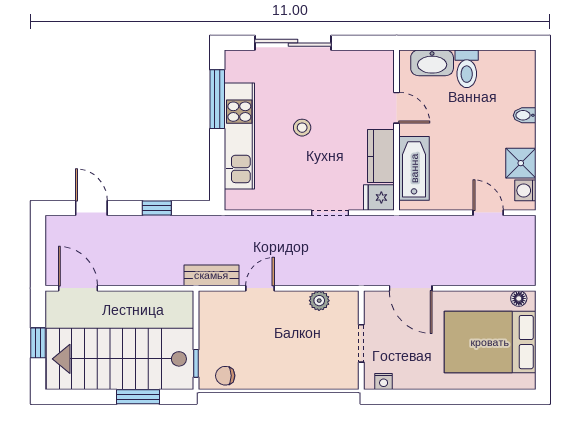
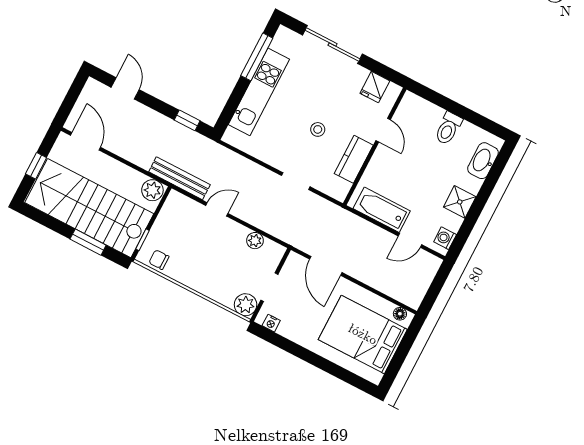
washbasin: (432, 63) -> (483, 161), moved, turned 90
bidet: (525, 115) -> (473, 184), removed
stool: (302, 128) -> (318, 129), moved
shower: (521, 163) -> (460, 202), moved
bathtub: (414, 168) -> (382, 210), moved, turned -90
fridge: (379, 197) -> (375, 87), moved, turned -90
window: (157, 208) -> (187, 120), moved
door: (488, 213) -> (410, 240), swing flipped
bench: (211, 275) -> (179, 178), width x1.36
plant: (179, 304) -> (152, 190), added
plant: (345, 376) -> (246, 305), added

